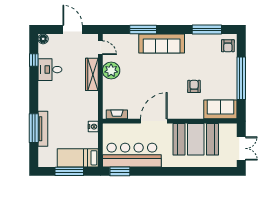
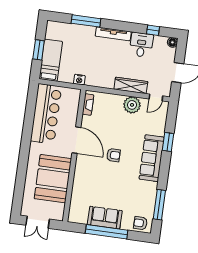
window: (143, 29) -> (168, 142), width x0.69
armchair: (194, 86) -> (113, 155), moved
sofa: (220, 109) -> (105, 218), moved, turned -90
tv unit: (43, 129) -> (113, 34), moved
window: (69, 171) -> (39, 50), width x0.69
window: (120, 171) -> (32, 100), removed

